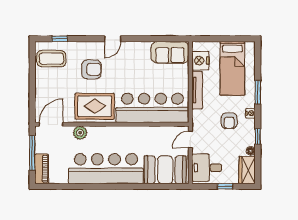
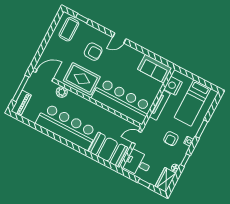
coffee table: (51, 59) -> (69, 29), turned 90

